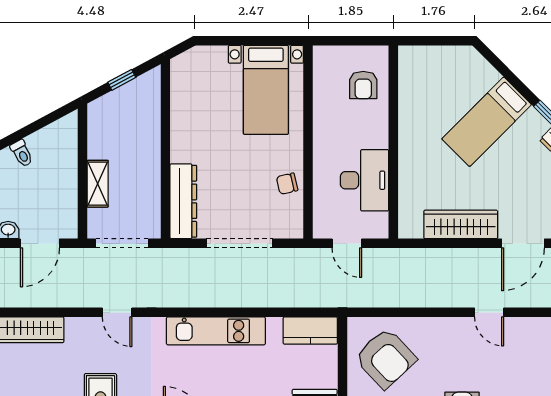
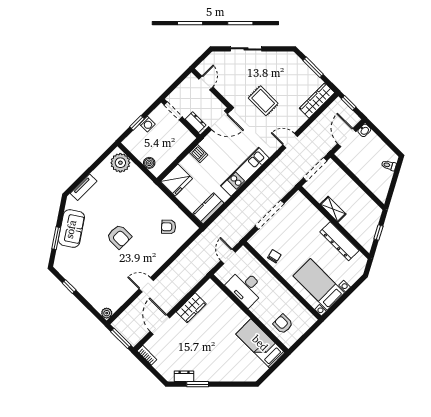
bed: (487, 122) -> (260, 343), moved, turned -45
shelving: (98, 184) -> (333, 209), moved
dresser: (183, 201) -> (339, 241), moved
wardrobe: (461, 224) -> (191, 308), width x0.67
door: (347, 243) -> (228, 256), hinge flipped
armchair: (385, 358) -> (169, 227), width x0.53, depth x0.53

